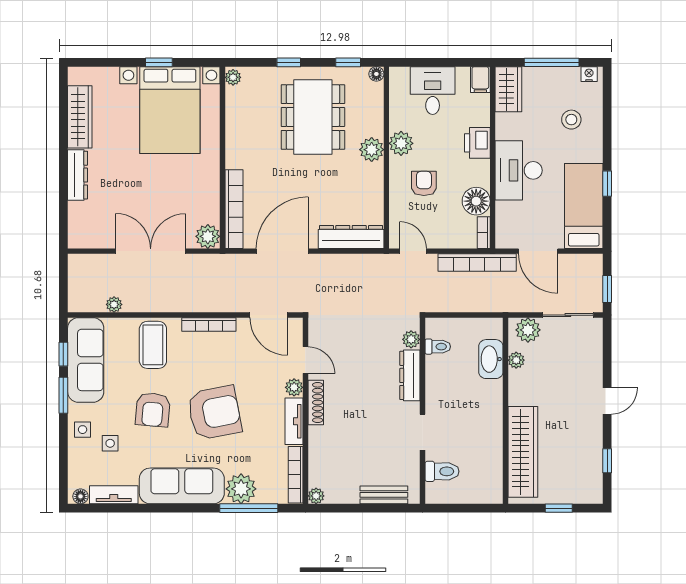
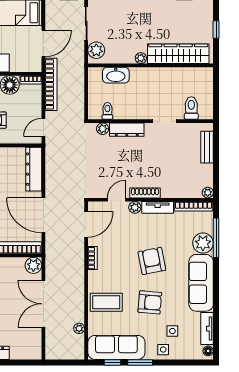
bookcase: (209, 324) -> (93, 258), width x0.64
plant: (516, 360) -> (141, 58), moved
armchair: (214, 413) -> (152, 261), width x0.73, depth x0.73

